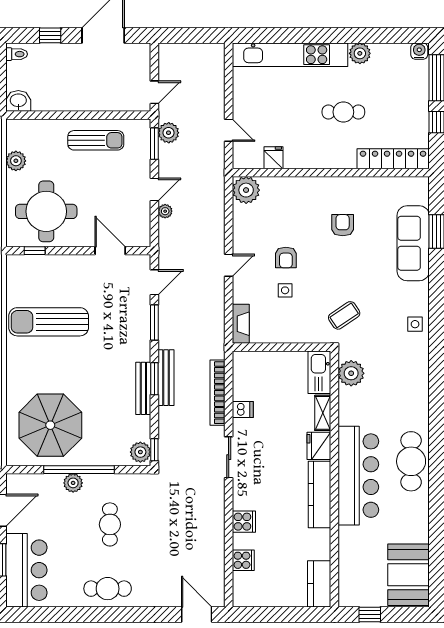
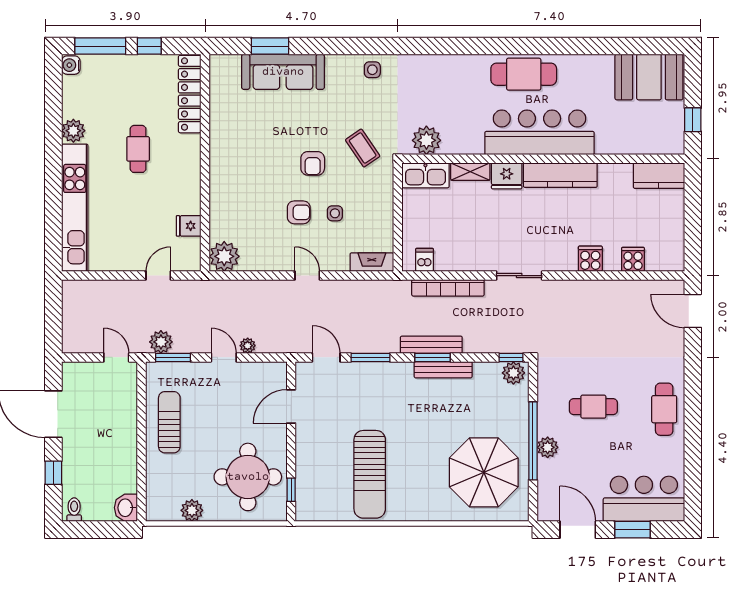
armchair: (343, 225) -> (313, 163), moved, turned -90
dishwasher: (243, 409) -> (425, 260), moved
door: (197, 614) -> (693, 311), hinge flipped

